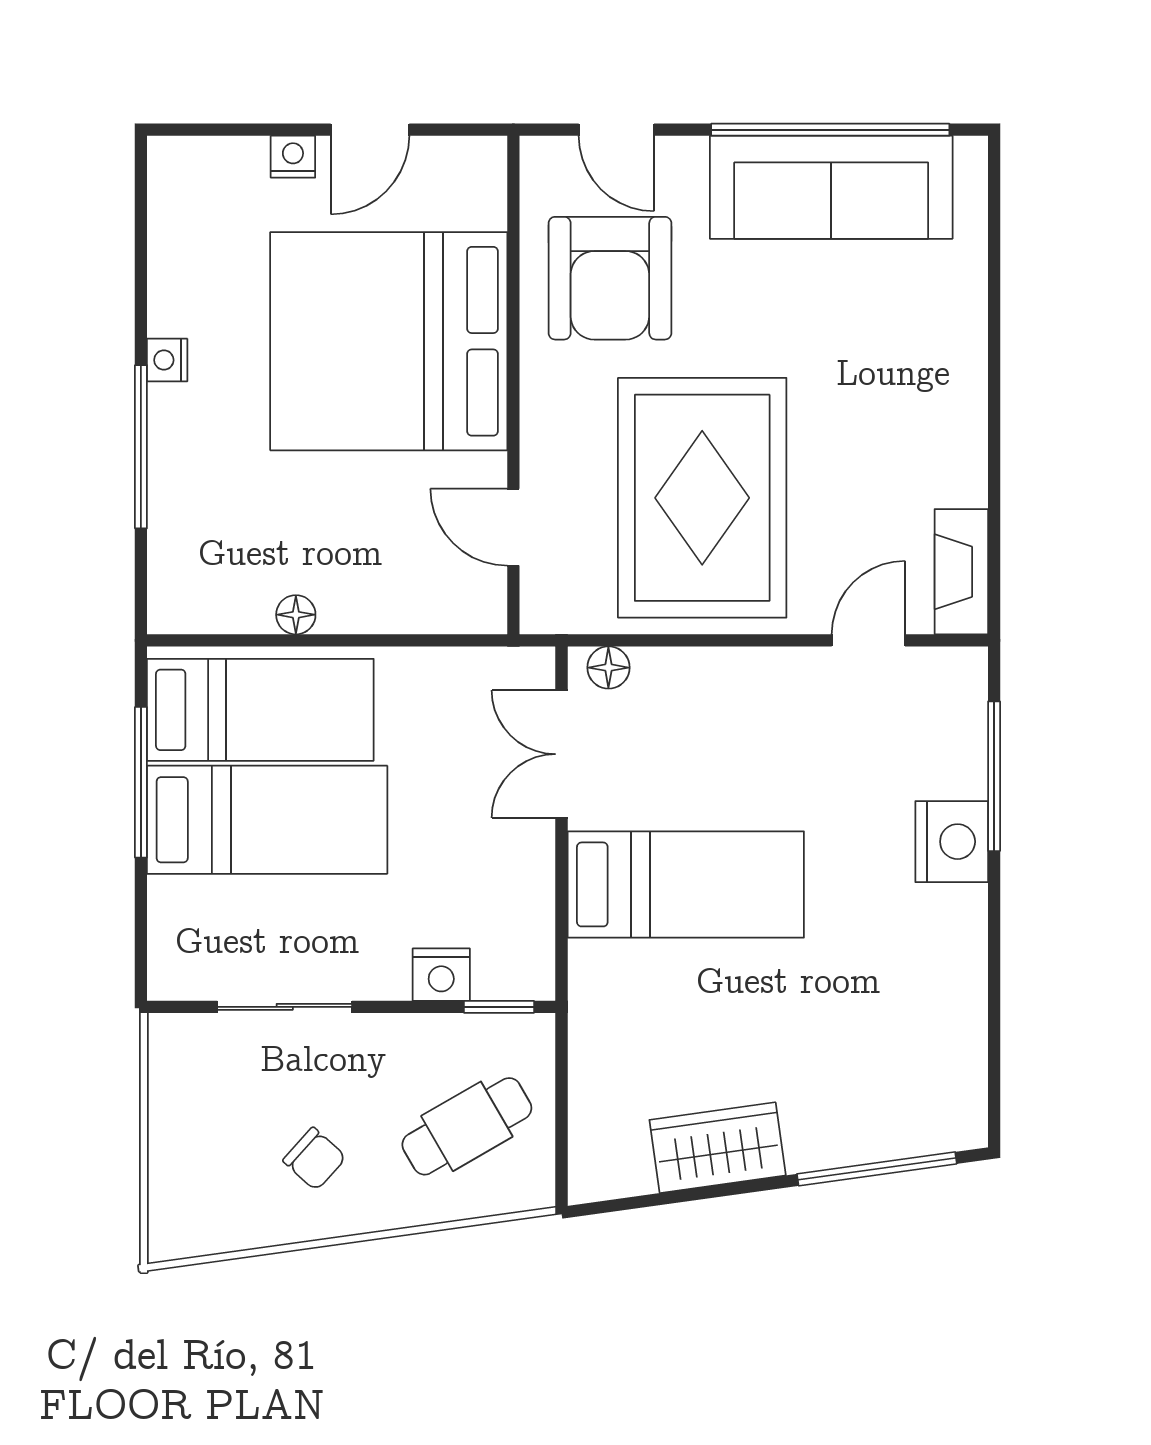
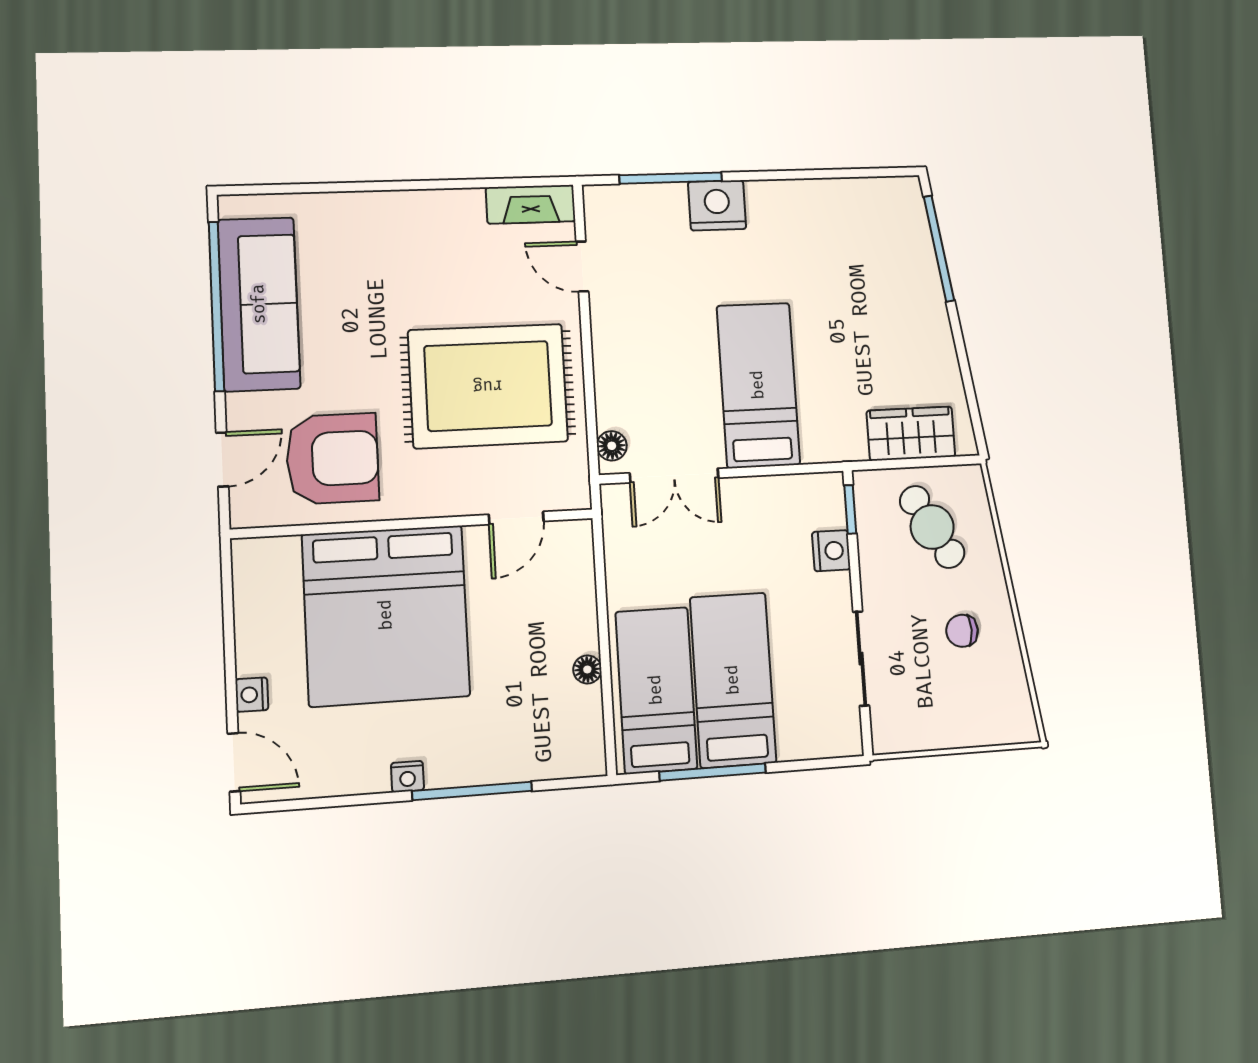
door: (370, 130) -> (234, 762), moved
wardrobe: (718, 1148) -> (911, 434), moved, turned 98
chair: (314, 1159) -> (962, 631), turned -132

